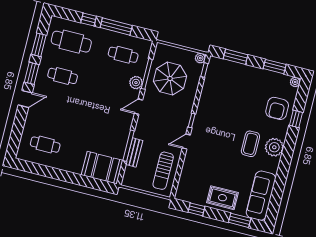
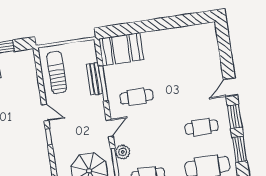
door: (186, 141) -> (45, 113), hinge flipped
cafe table: (45, 145) -> (136, 97), moved

